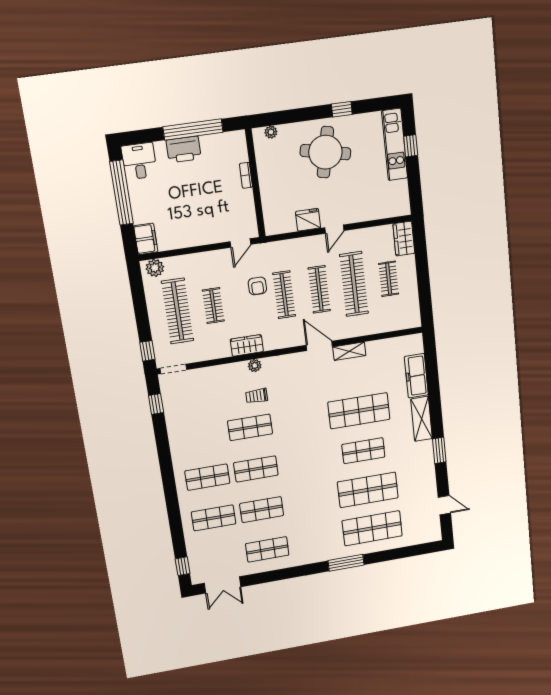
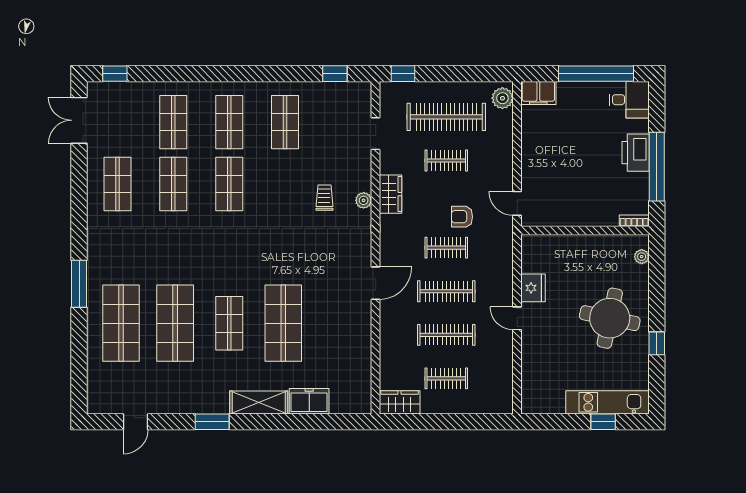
bookcase: (246, 175) -> (634, 221), moved
wardrobe: (404, 239) -> (400, 402), moved
clothes rail: (354, 284) -> (446, 335), width x0.73, depth x0.76
clothes rail: (284, 295) -> (446, 248), width x0.73
shelving: (349, 351) -> (363, 320), removed
doorway: (173, 369) -> (376, 134), moved
freezer: (416, 376) -> (309, 401), width x0.71
shop shelf: (250, 427) -> (285, 122), moved

